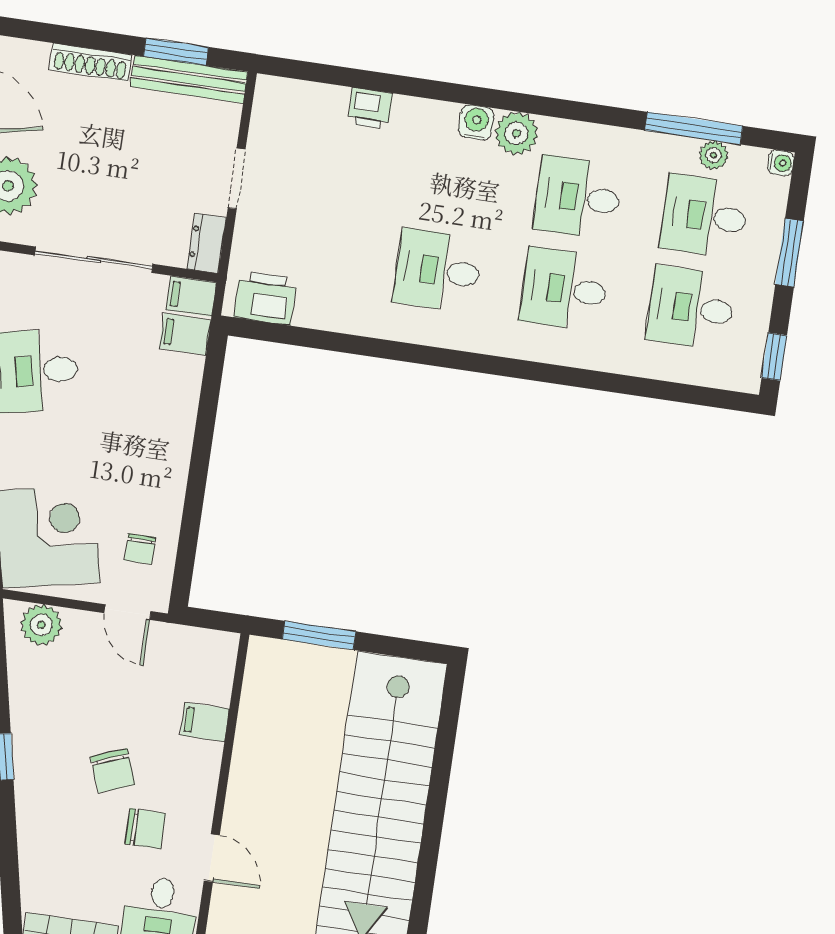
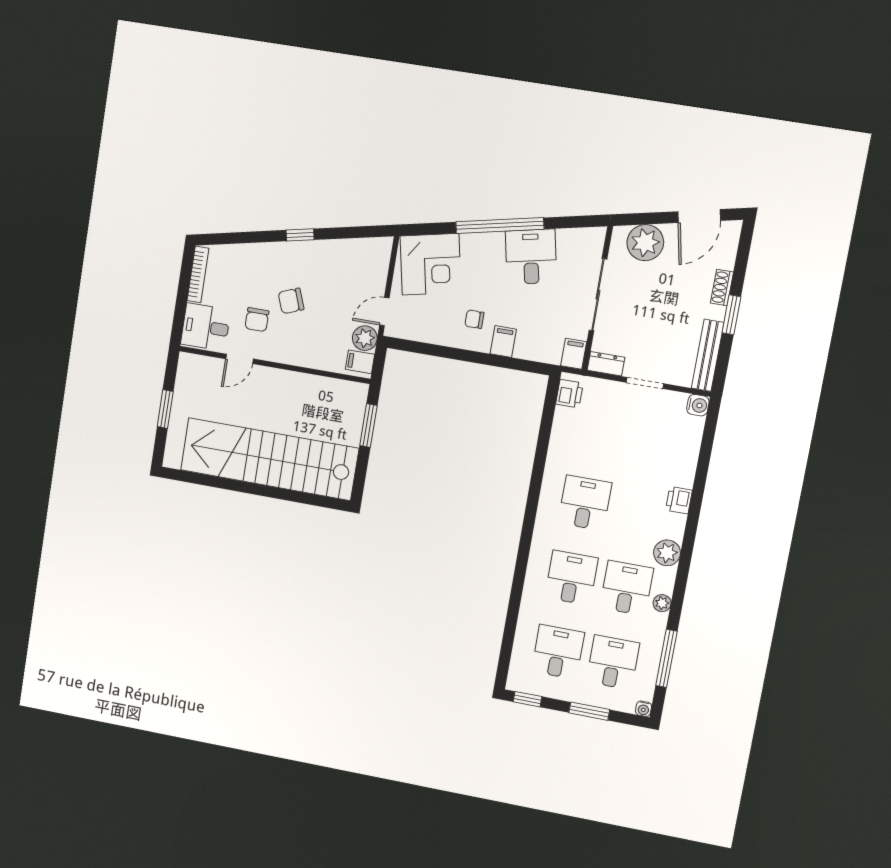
window: (176, 52) -> (731, 315), moved
shoe rack: (91, 62) -> (722, 288), width x0.70
printer: (370, 108) -> (679, 500), moved
water cooler: (476, 122) -> (698, 405), moved
plant: (714, 155) -> (662, 603), moved
printer: (265, 298) -> (569, 394), width x0.73, depth x0.81
filing cabinet: (185, 334) -> (503, 342), moved
chair: (140, 549) -> (474, 319), moved
plant: (41, 625) -> (365, 338), moved
filing cabinet: (205, 722) -> (360, 362), moved, turned -90

